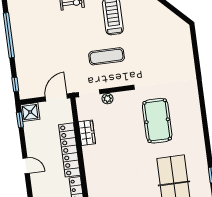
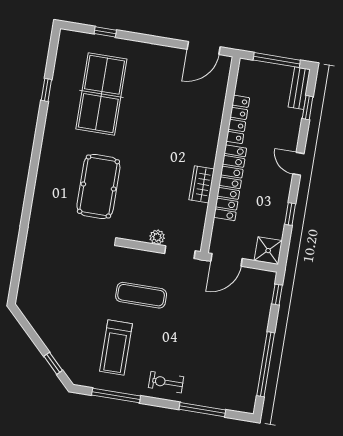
window: (20, 120) -> (290, 214), moved
wardrobe: (87, 133) -> (202, 184), moved
door: (26, 166) -> (298, 164), moved

